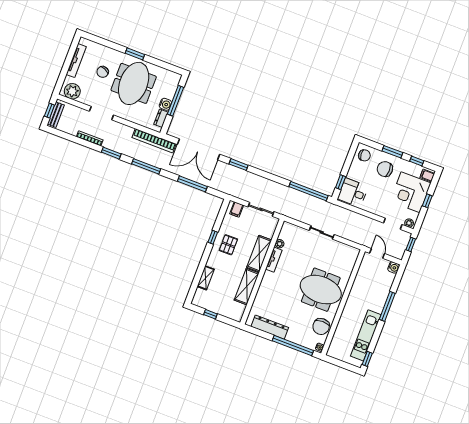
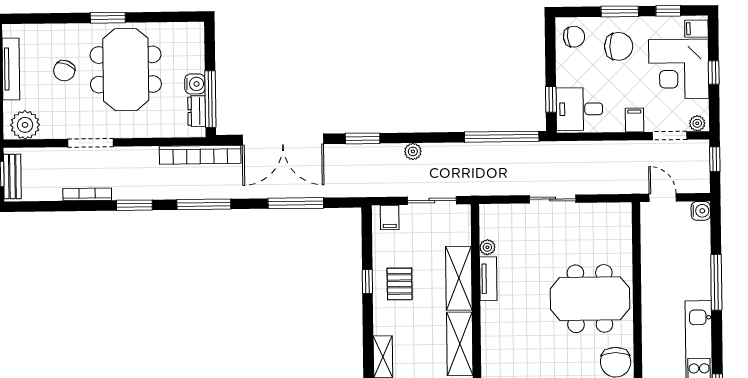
window: (176, 101) -> (210, 99), moved
chair: (385, 169) -> (619, 46), turned 180
plant: (261, 181) -> (413, 151), added
filing cabinet: (378, 209) -> (634, 120), added

